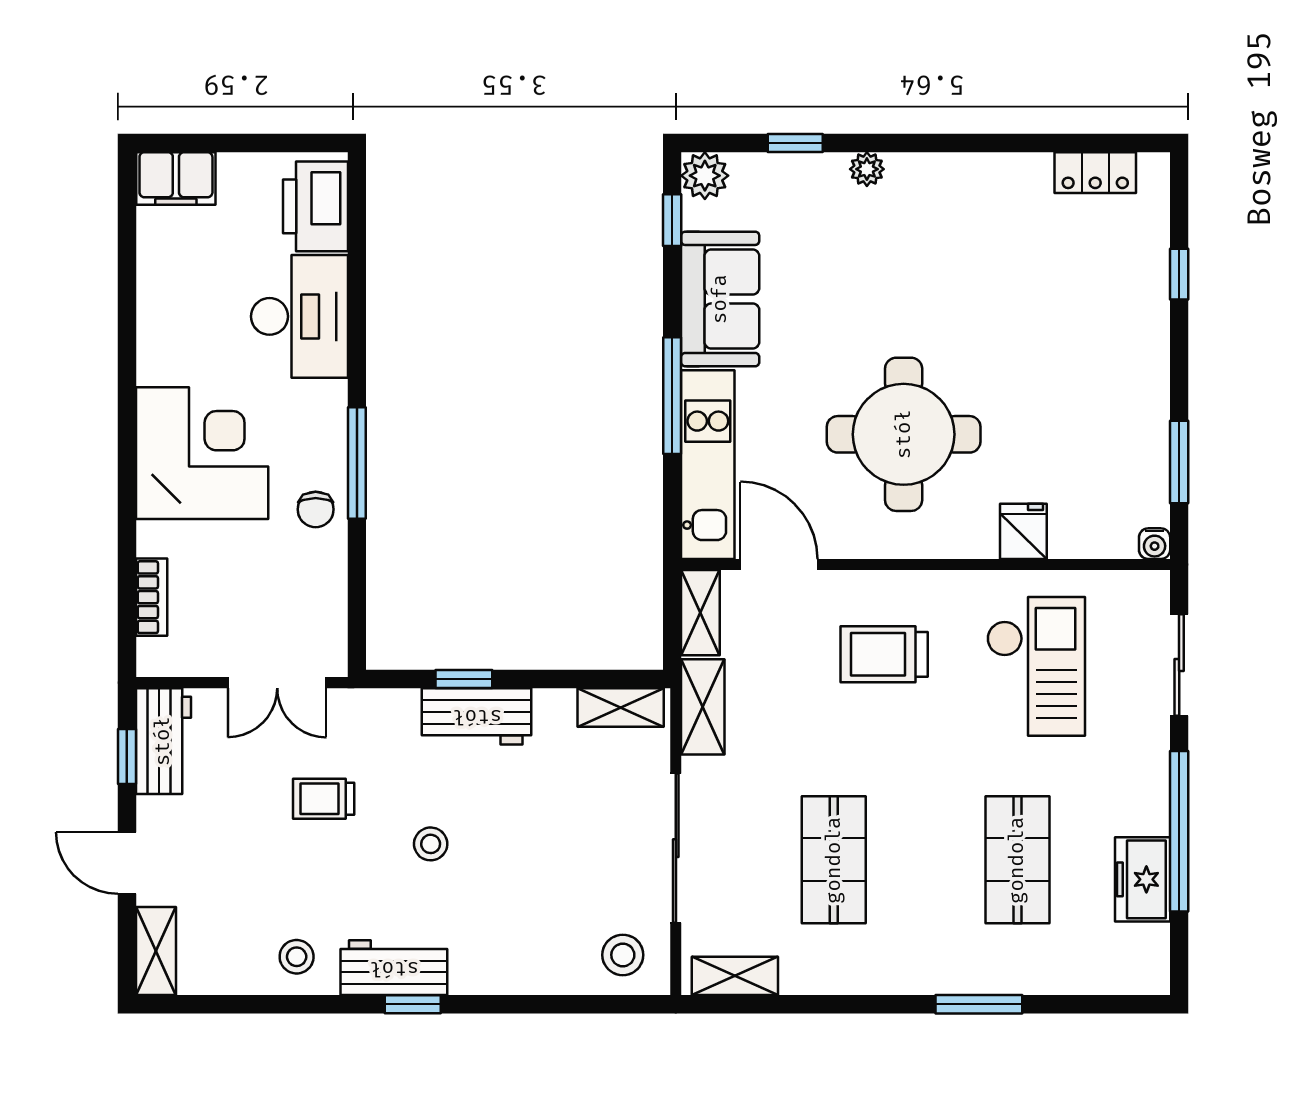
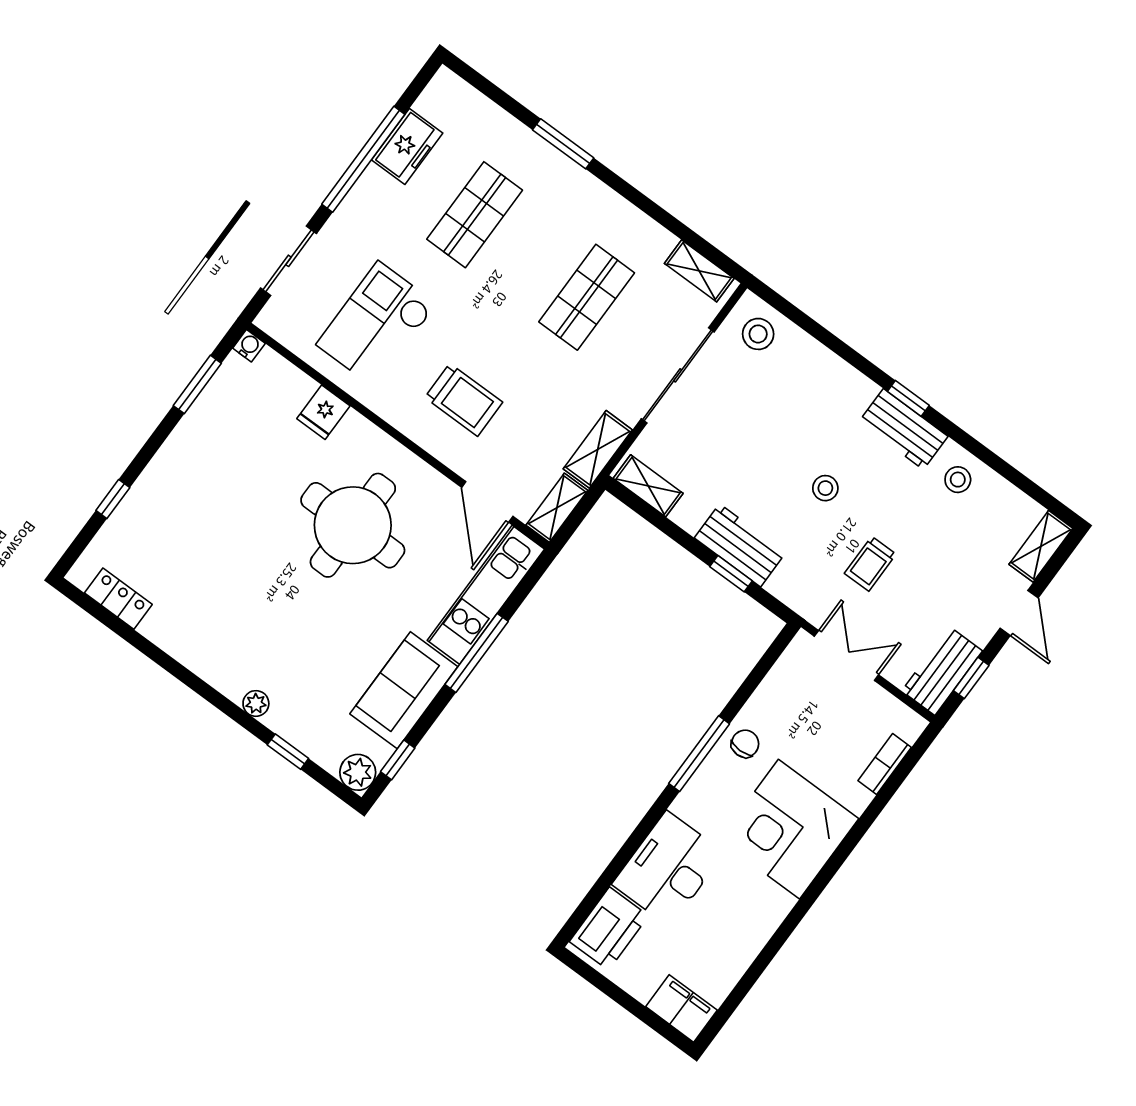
trolley: (324, 799) -> (870, 564), turned 90

